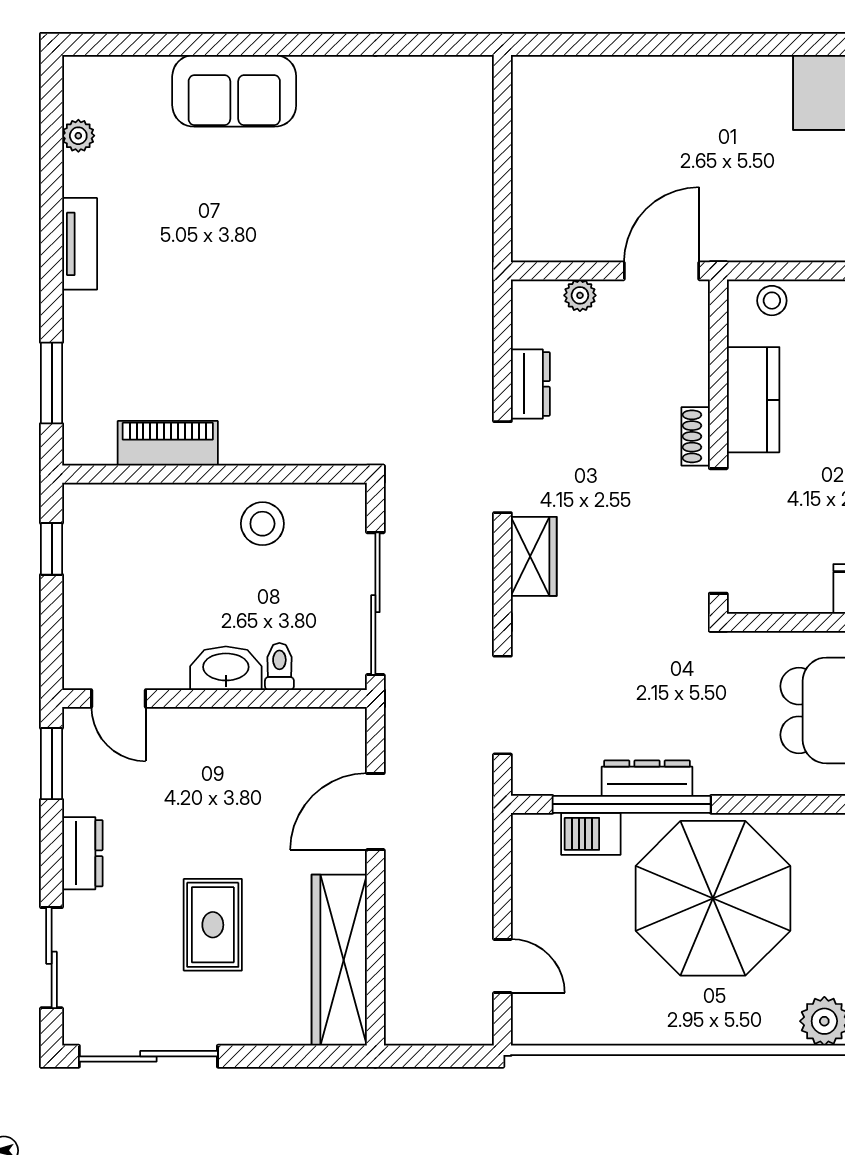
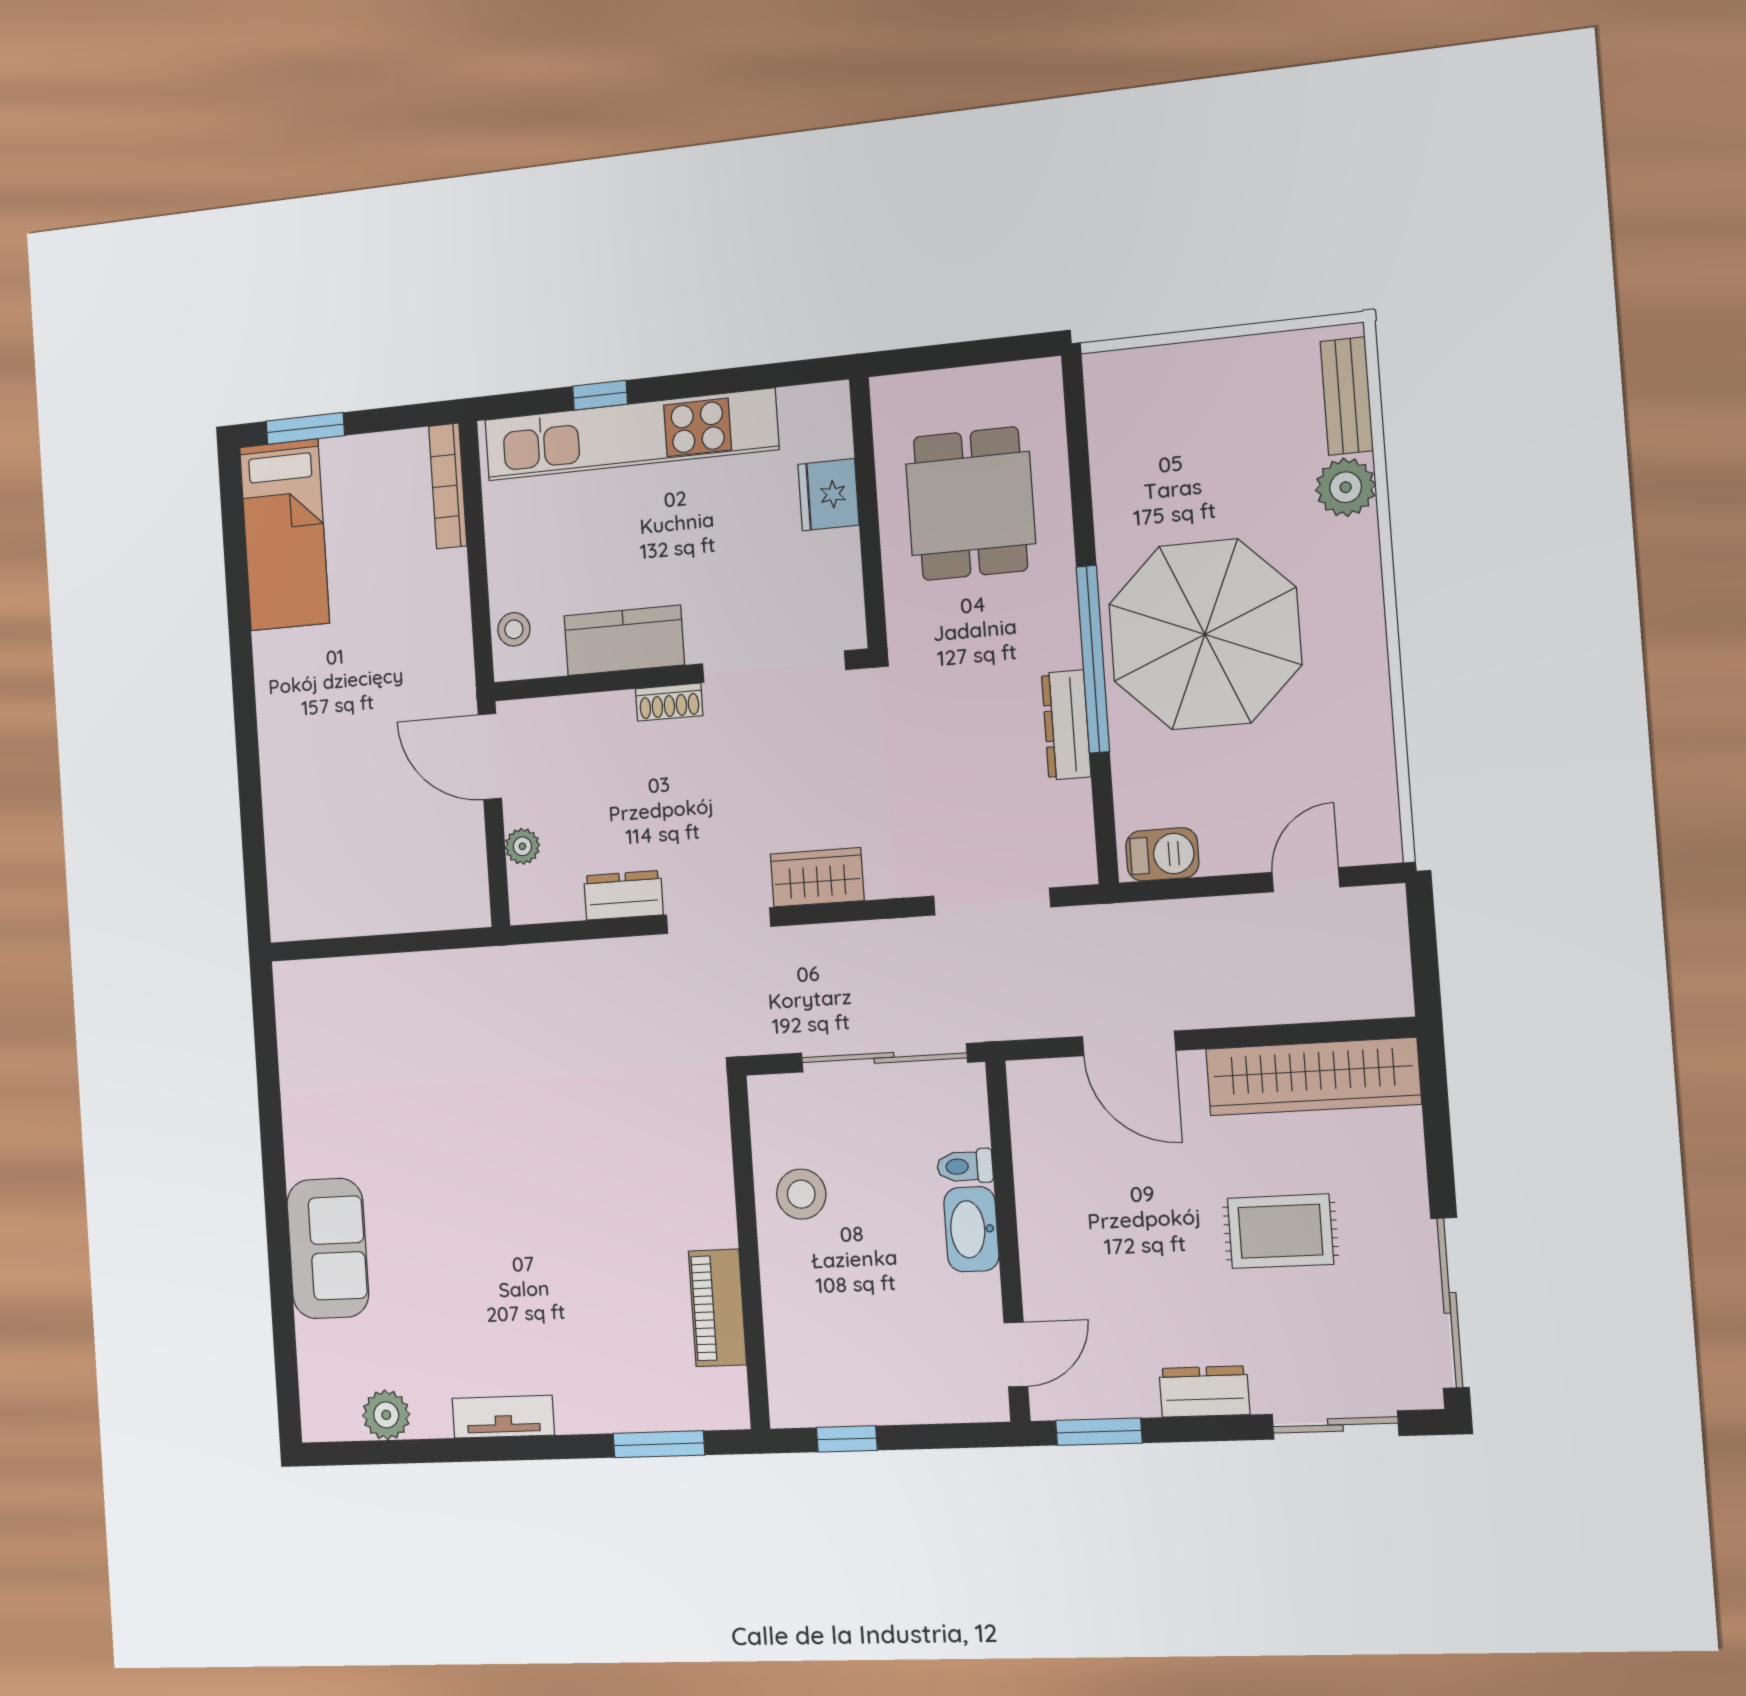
plant: (78, 136) -> (386, 1415), width x1.38, depth x1.38
window: (632, 804) -> (1093, 659), moved
barbecue: (591, 834) -> (1162, 854), moved, turned -90

